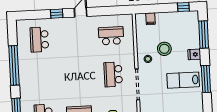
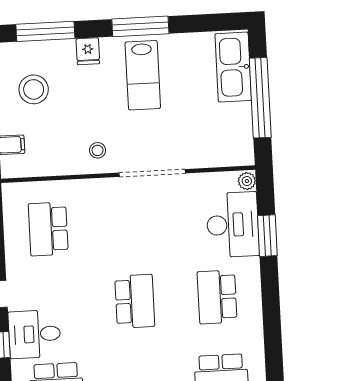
desk: (62, 29) -> (35, 334), added
stool: (164, 49) -> (34, 89), moved
school desk: (113, 74) -> (135, 301), moved, turned -90

